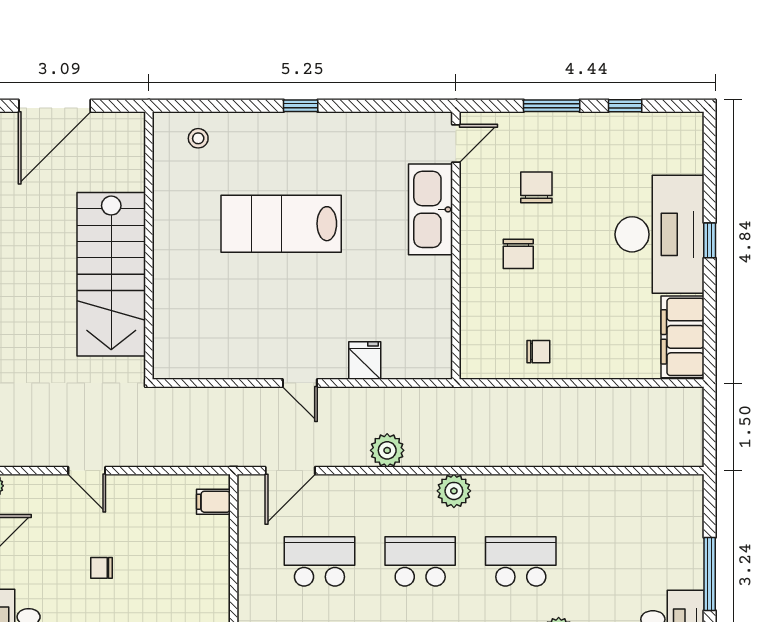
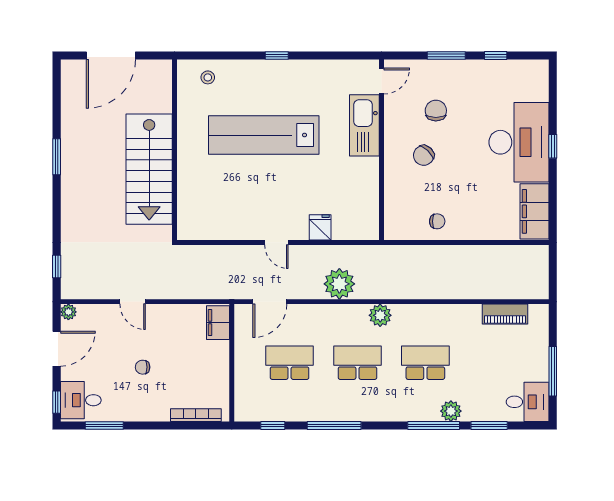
lab bench: (281, 224) -> (264, 135), width x1.36
chair: (518, 254) -> (424, 155), turned 44
plant: (387, 450) -> (339, 284), width x1.36, depth x1.36
piano: (639, 489) -> (505, 314), added
filing cabinet: (213, 502) -> (218, 323), width x2.00

